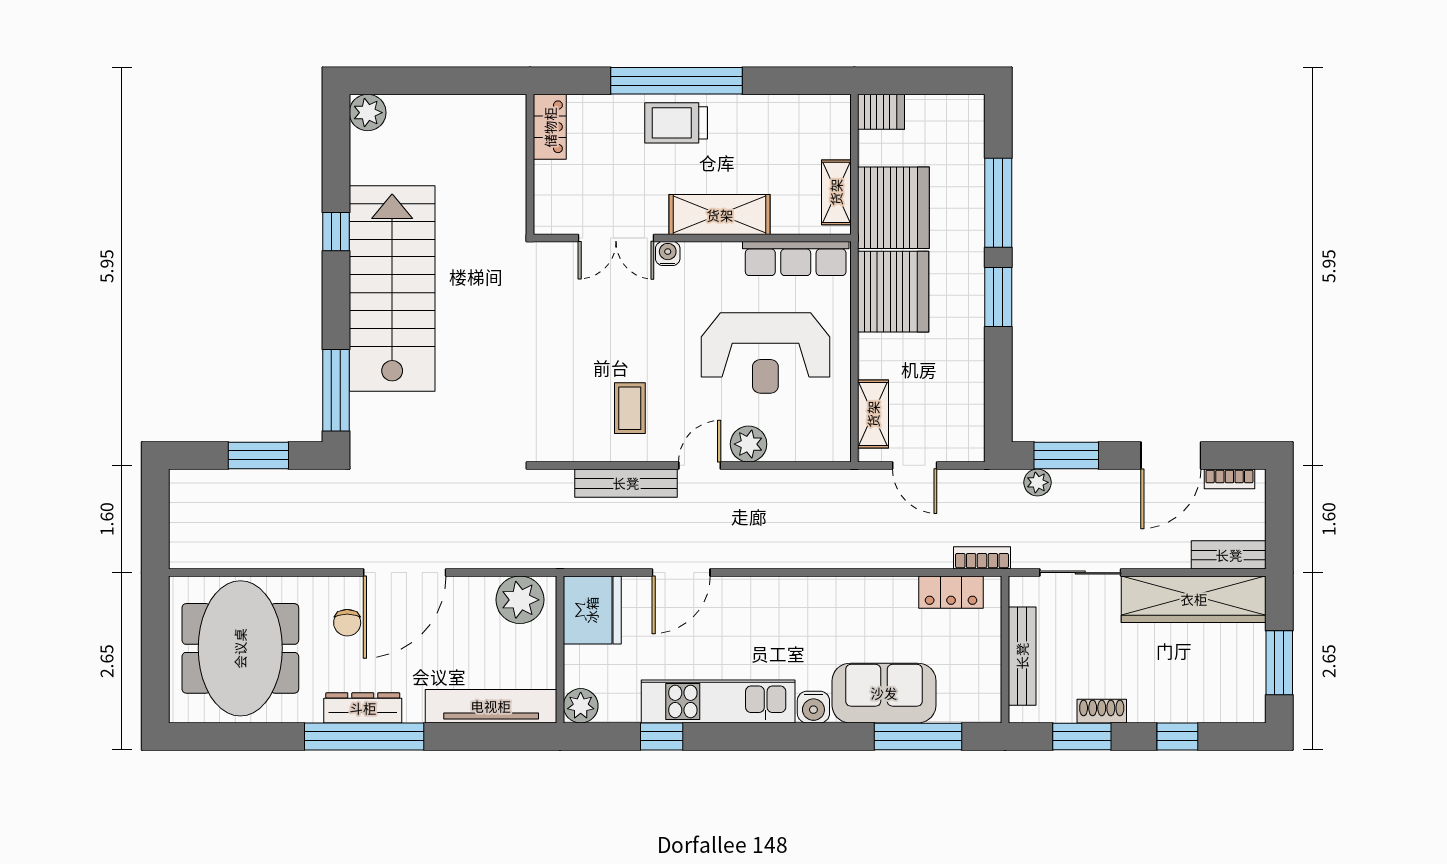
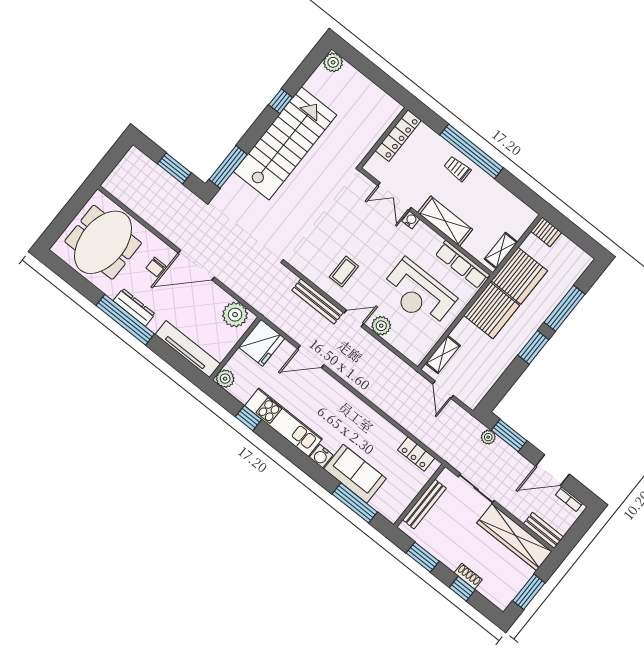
trolley: (676, 123) -> (457, 169), width x0.73, depth x0.72
locker: (550, 127) -> (398, 136), width x1.53
bookcase: (982, 558) -> (440, 450), removed
shoe rack: (1102, 711) -> (468, 576), moved

